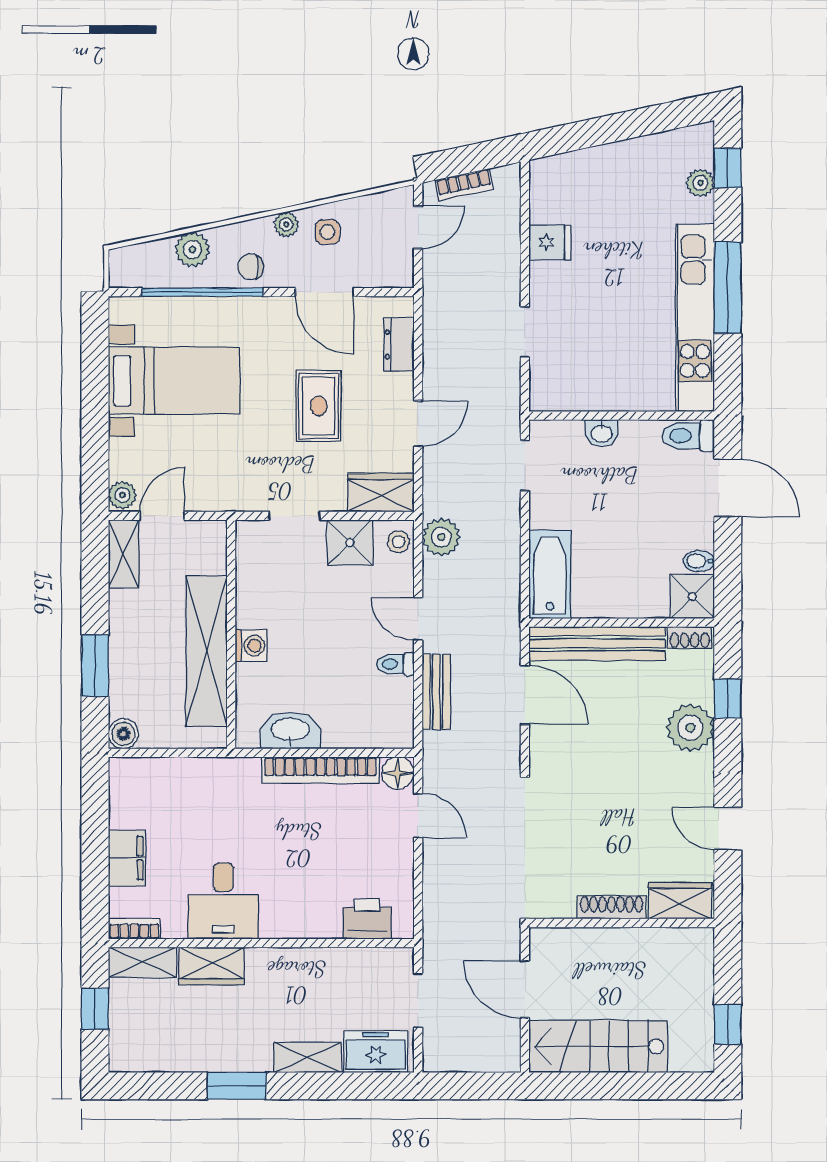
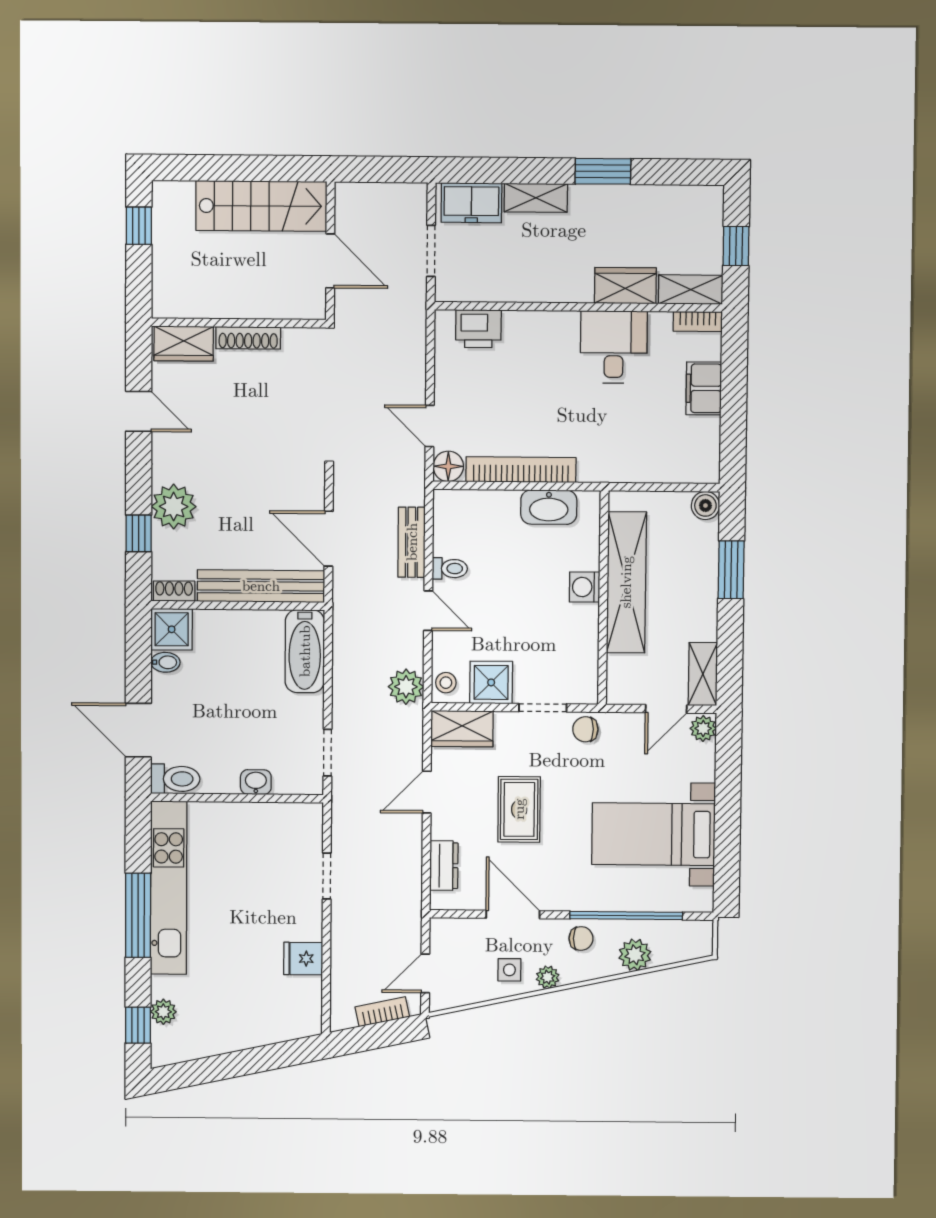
chair: (248, 493) -> (585, 729), added

